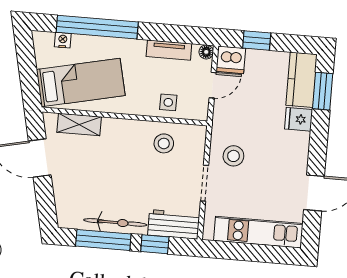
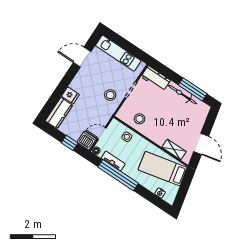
window: (97, 27) -> (118, 175), moved
window: (323, 91) -> (52, 102), removed
window: (155, 244) -> (170, 74), removed

